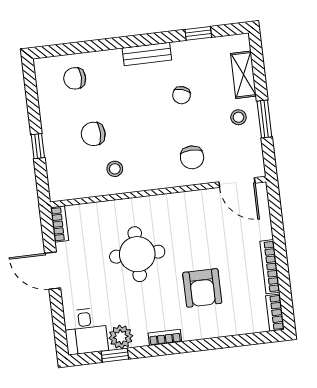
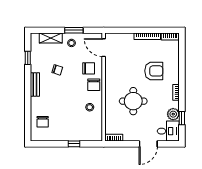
chair: (93, 134) -> (94, 85), moved
door: (237, 183) -> (104, 48), swing flipped
door: (53, 271) -> (148, 144), moved

